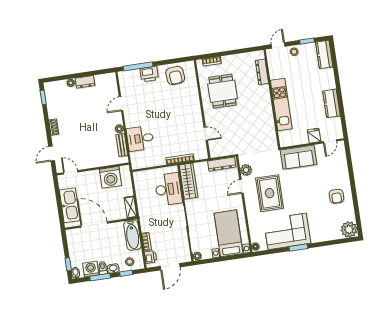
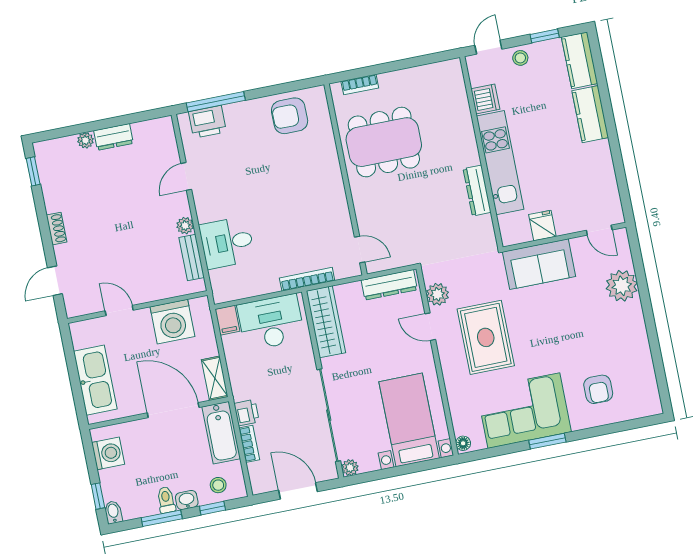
dresser: (262, 72) -> (477, 191), moved
dishwasher: (275, 72) -> (485, 99), added
printer: (149, 74) -> (207, 122), moved
armchair: (175, 75) -> (290, 116), turned 96
dining table: (223, 91) -> (384, 142), width x1.38
kitchen counter: (332, 103) -> (590, 114), moved
door: (206, 134) -> (360, 250), moved
fridge: (314, 136) -> (542, 225), moved
door: (330, 141) -> (599, 230), hinge flipped
door: (71, 172) -> (119, 311), moved
filing cabinet: (138, 178) -> (227, 320), added
door: (242, 186) -> (430, 327), hinge flipped
desk: (168, 189) -> (271, 322), moved, turned -90
armchair: (336, 196) -> (598, 389), moved
door: (94, 225) -> (173, 410), moved
plant: (349, 229) -> (622, 286), moved
printer: (151, 257) -> (247, 413), moved
door: (170, 267) -> (298, 491), swing flipped
washing machine: (91, 269) -> (108, 453), moved, turned 90

